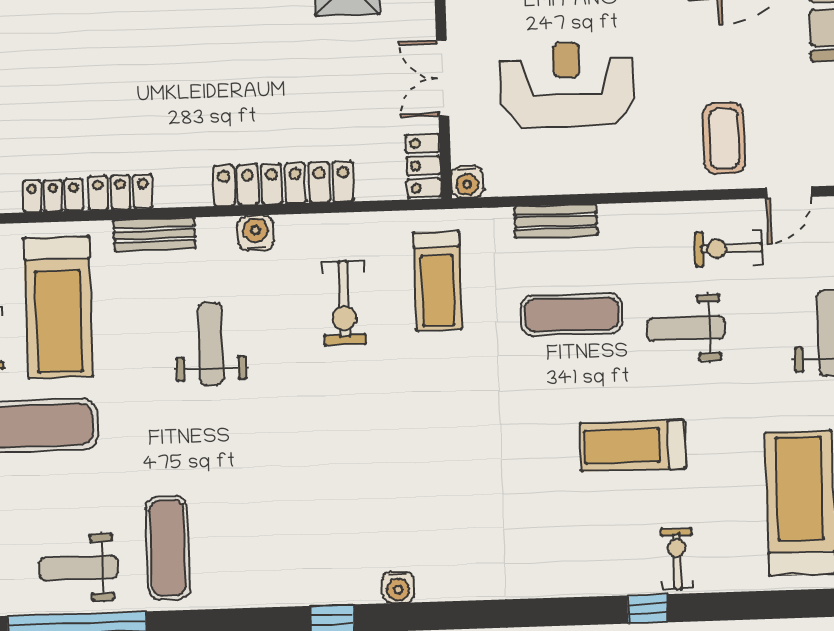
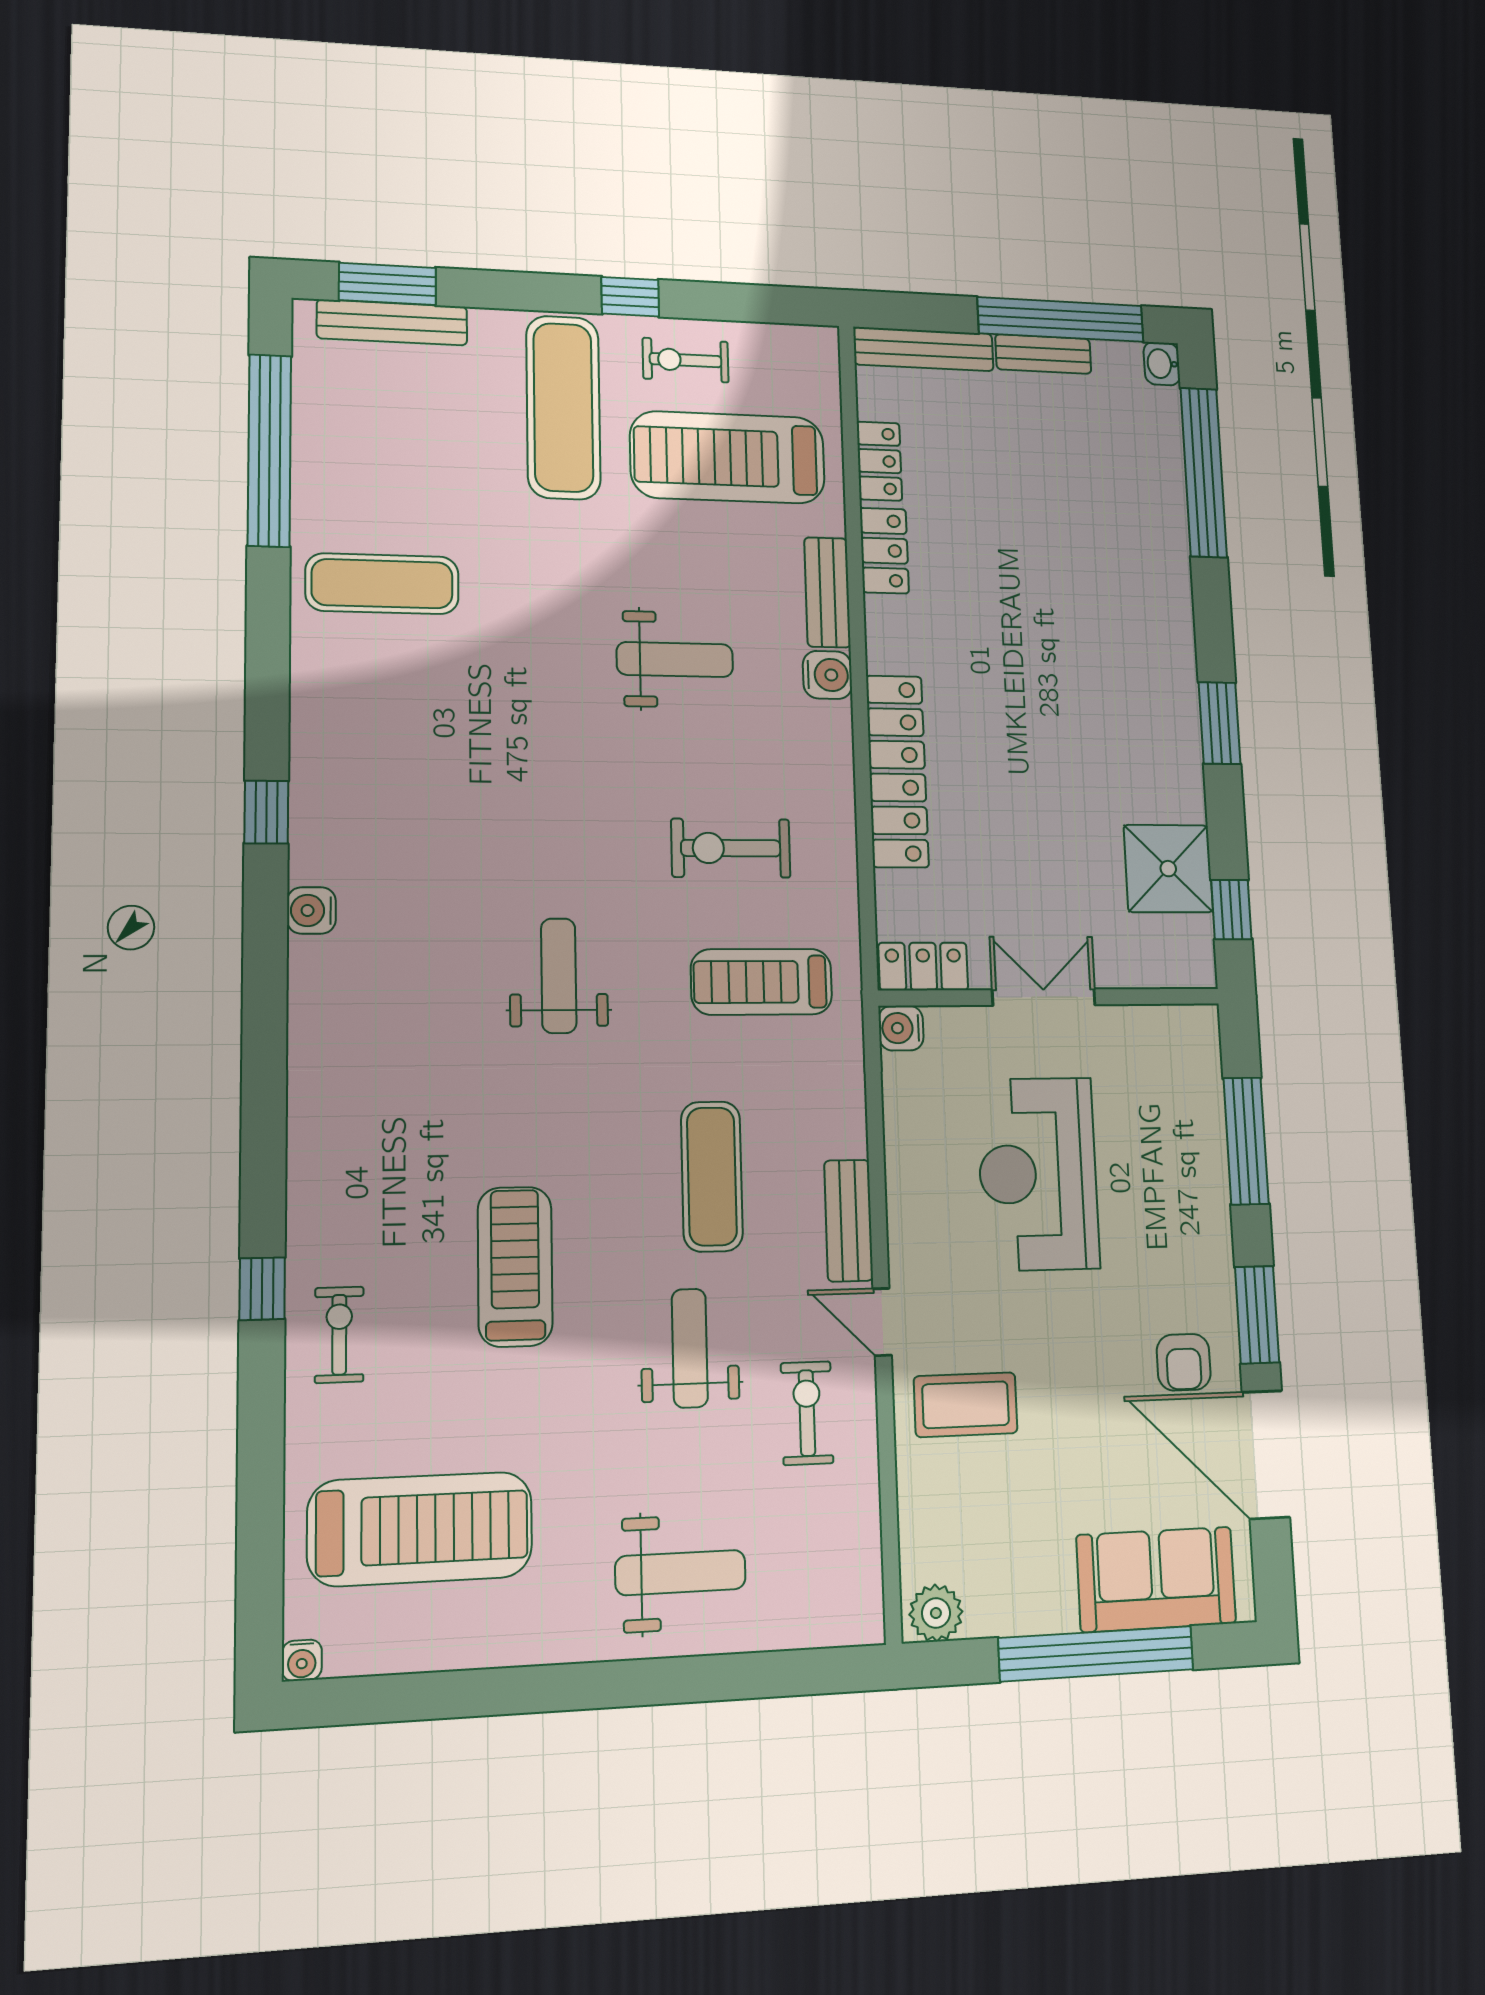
reception desk: (567, 84) -> (1038, 1174), turned 180
door: (789, 192) -> (882, 1322), moved
bench: (556, 221) -> (849, 1220), moved
water cooler: (256, 233) -> (827, 675), moved
exercise bike: (677, 559) -> (339, 1335), turned -90
weight bench: (79, 568) -> (559, 976), moved

